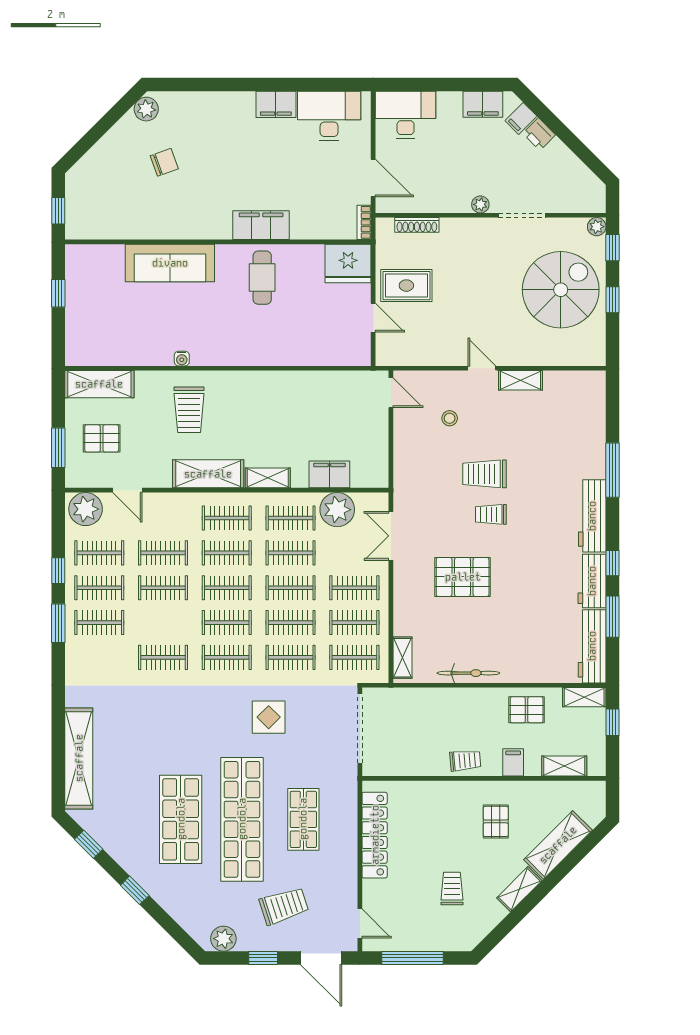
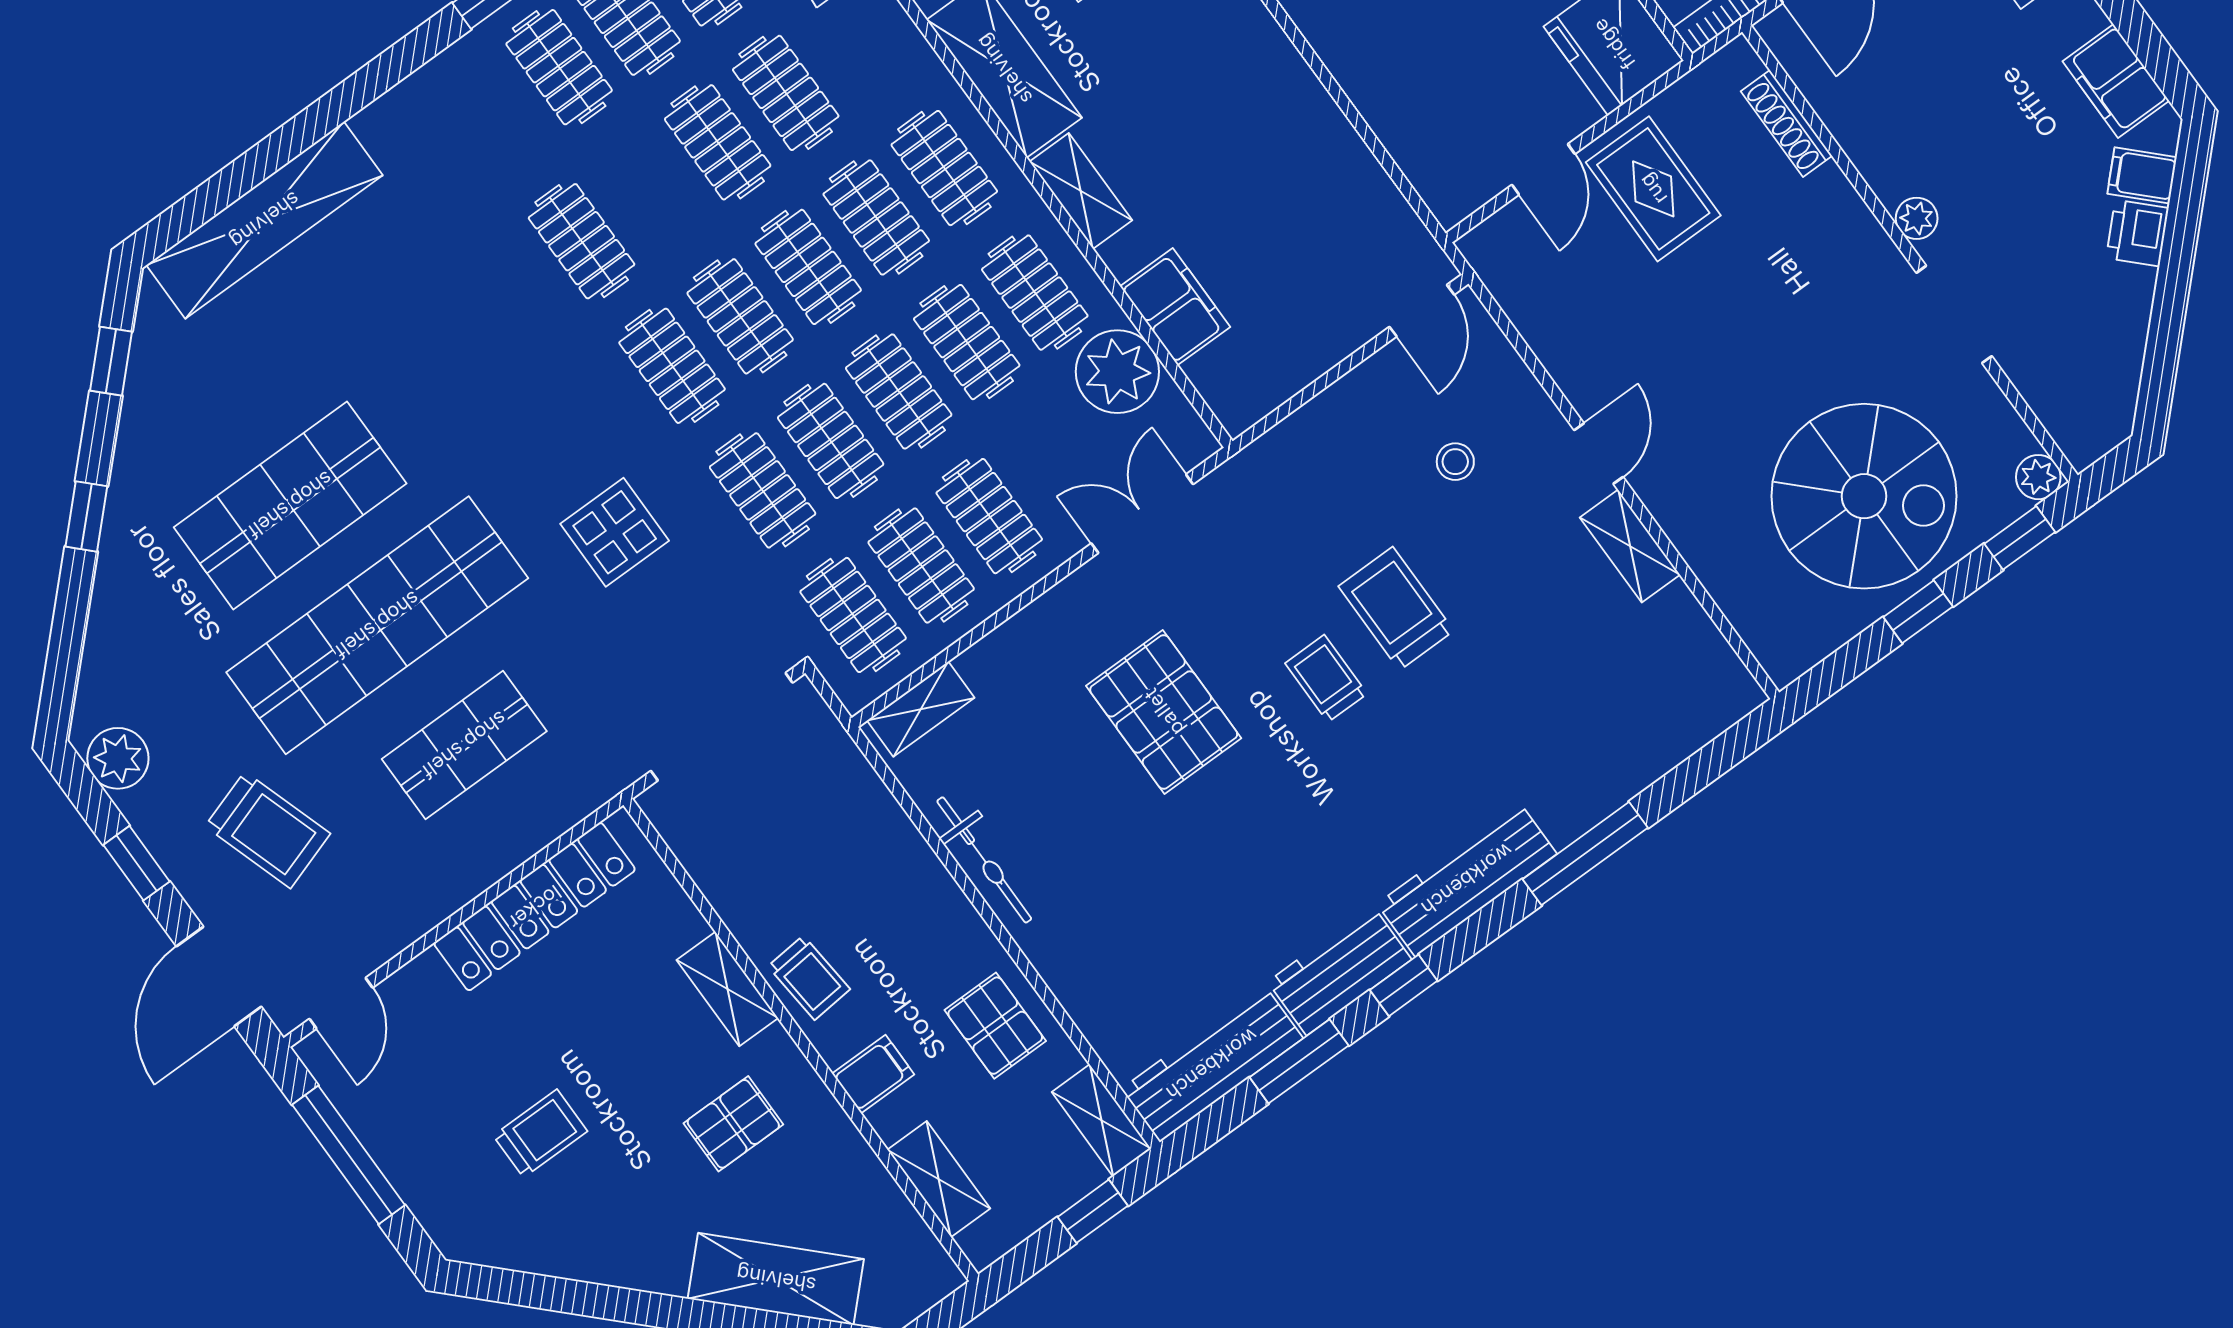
shelving: (519, 889) -> (727, 989), moved, turned 45

